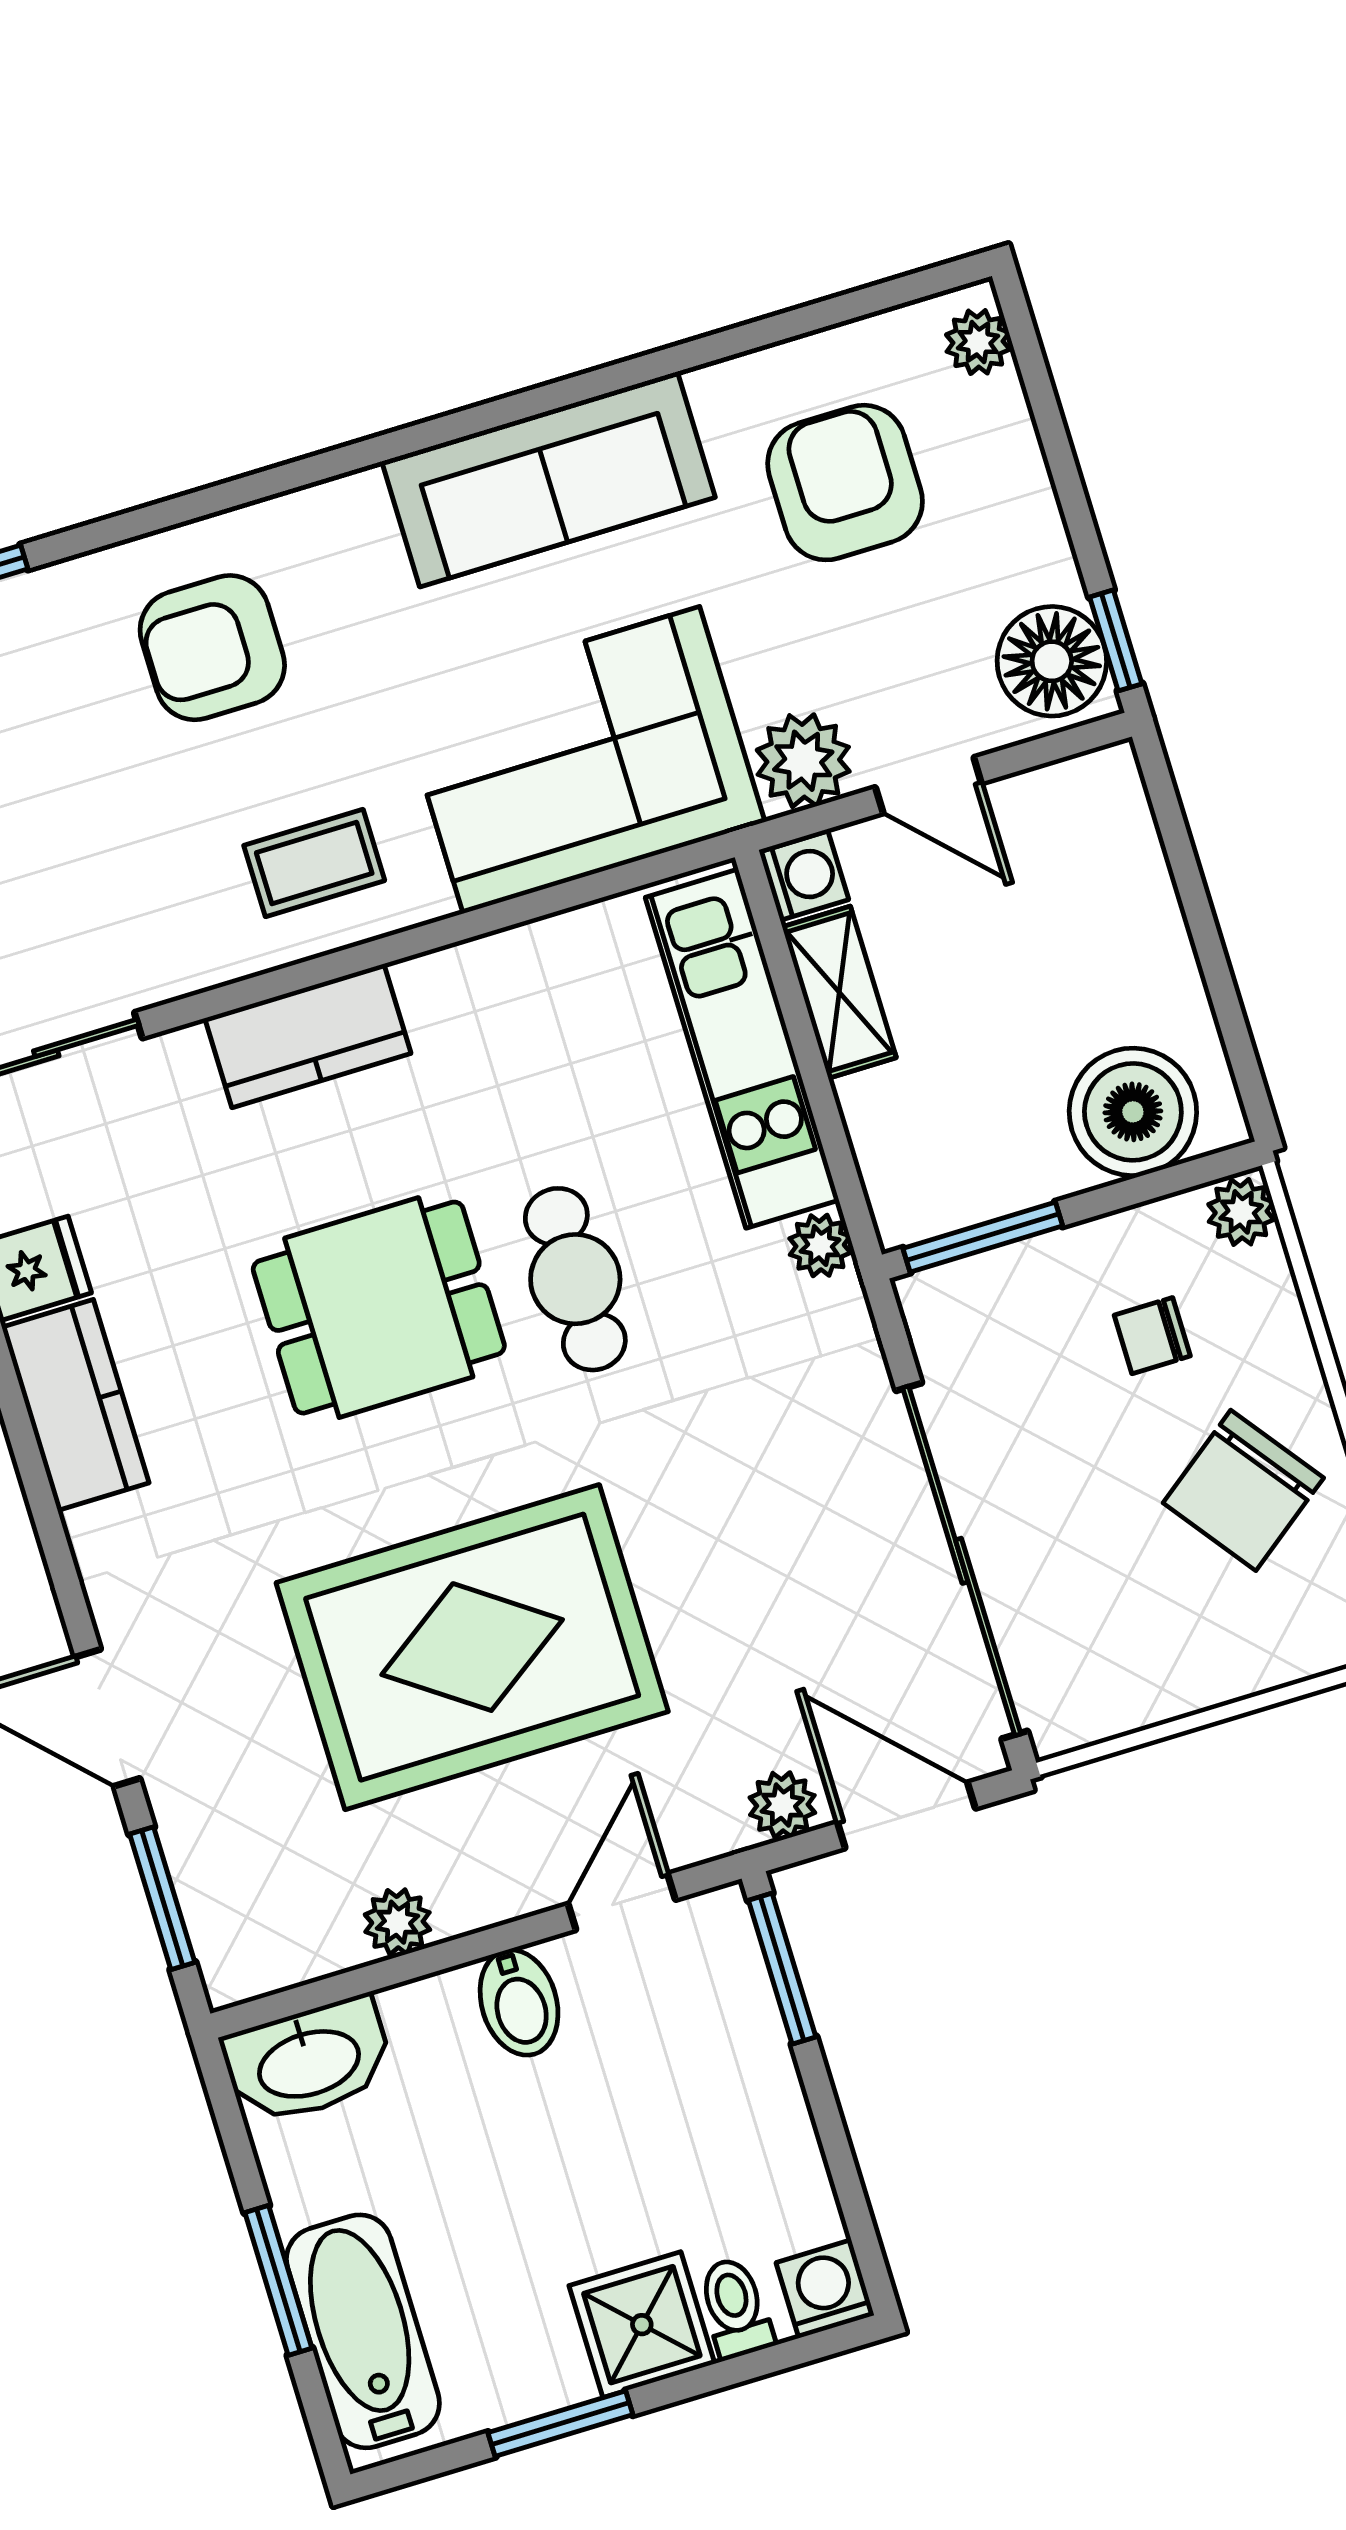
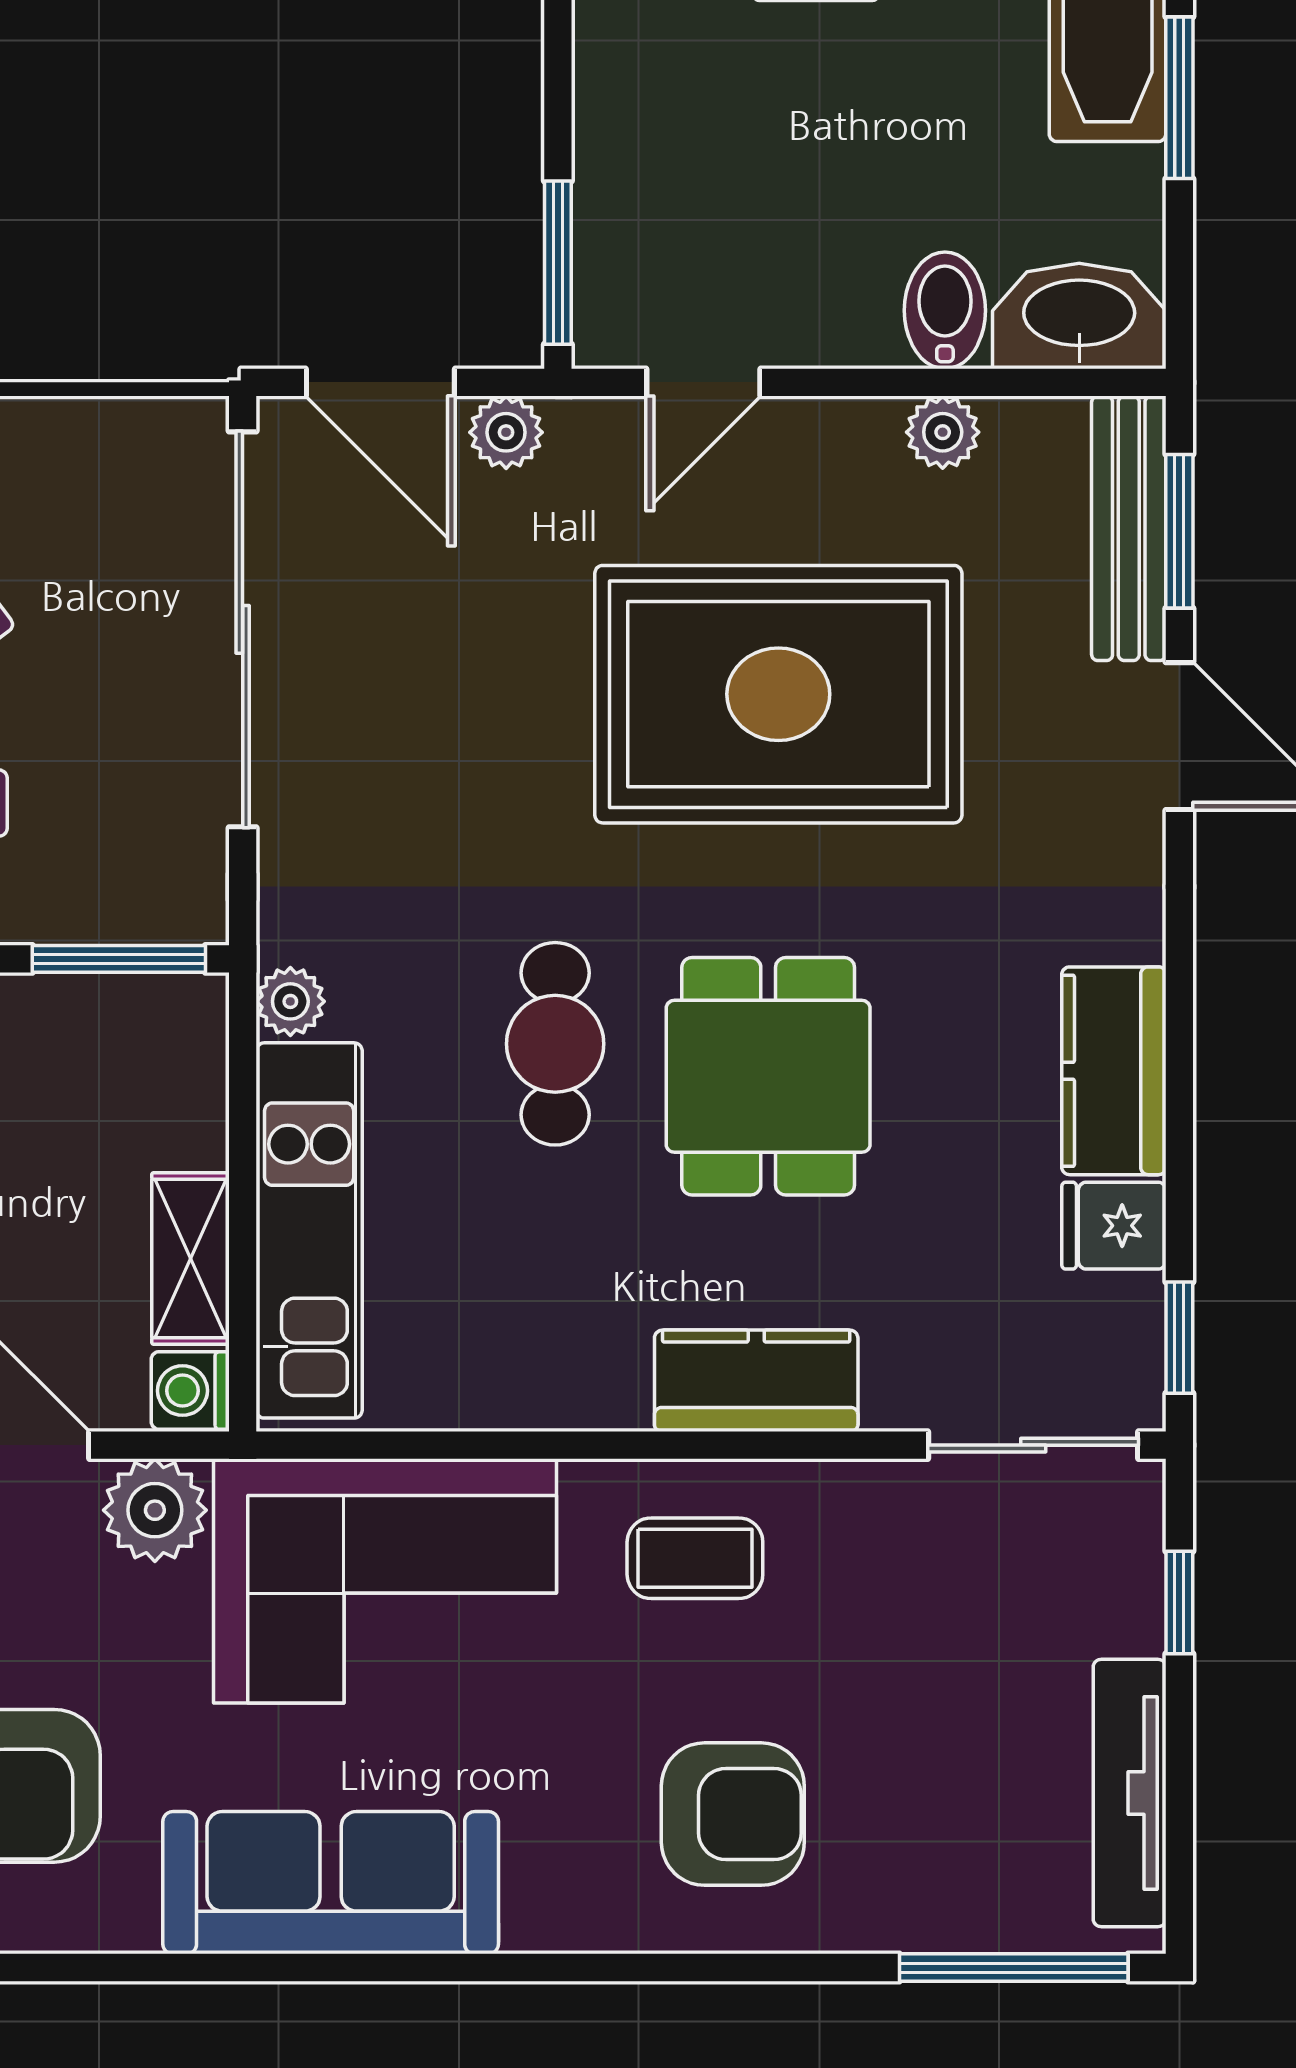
dining table: (379, 1308) -> (768, 1076), turned 90
bench: (208, 1887) -> (1129, 528), added
bidet: (519, 2002) -> (945, 310), moved

